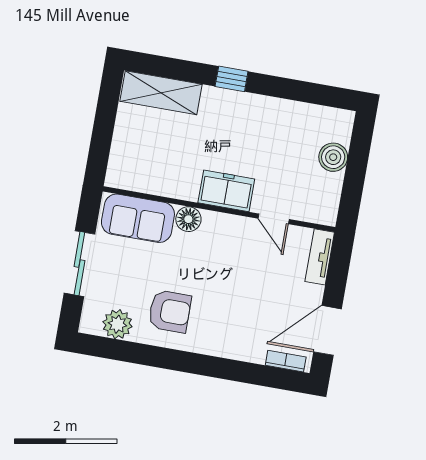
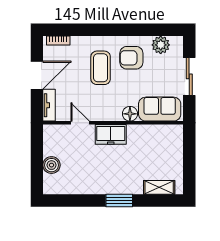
window: (232, 79) -> (119, 200), width x1.50
shelving: (161, 93) -> (159, 187), width x0.67, depth x0.75
coffee table: (224, 304) -> (101, 68), added
door: (328, 330) -> (37, 75), moved

